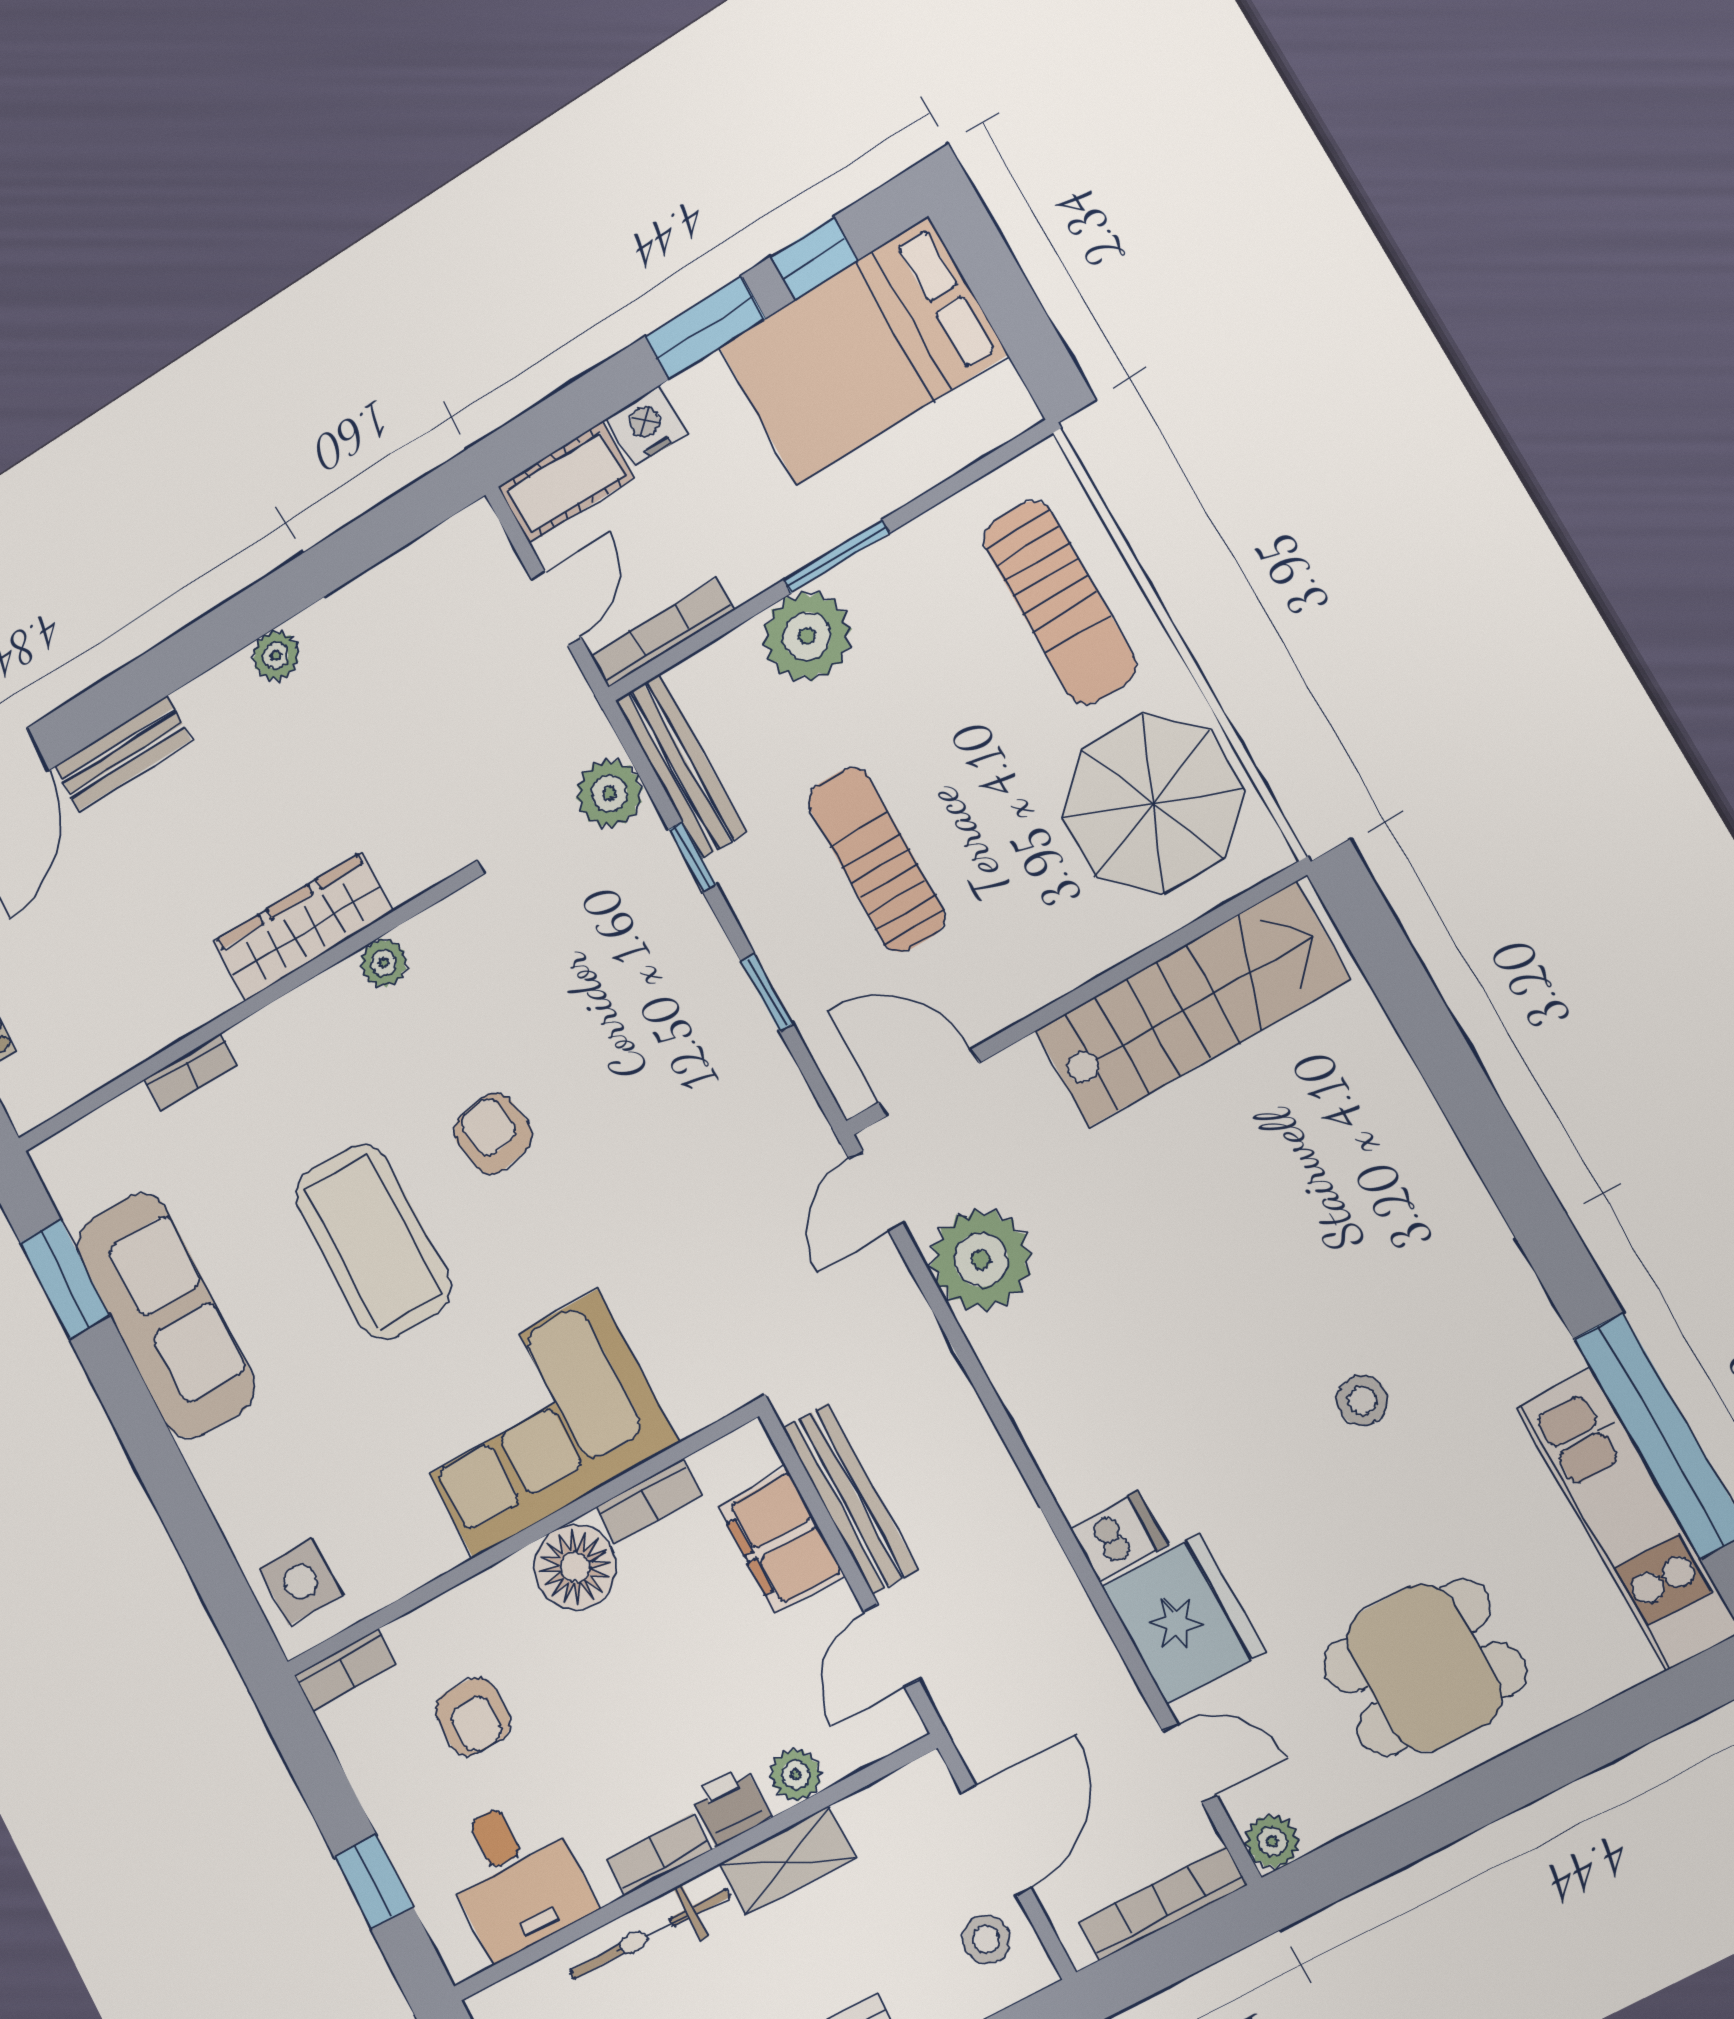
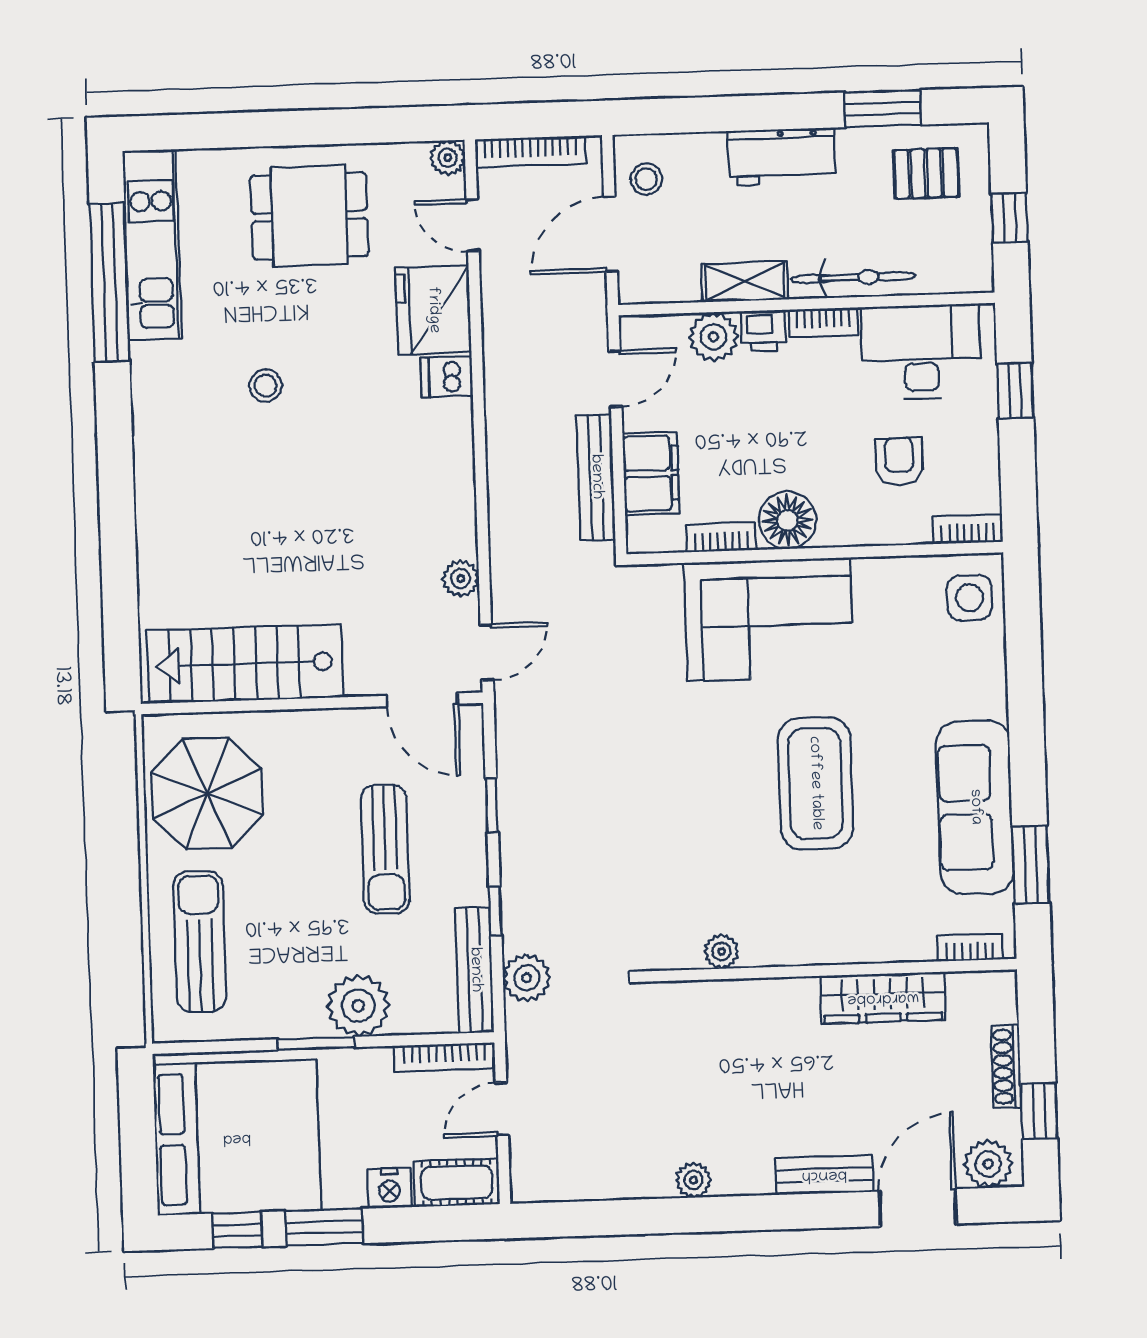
bed: (862, 351) -> (237, 1138), width x1.36
wardrobe: (303, 927) -> (883, 998), moved
bookcase: (191, 1072) -> (970, 948), moved
armchair: (493, 1134) -> (705, 810), removed
plant: (981, 1260) -> (461, 579), width x0.53, depth x0.53
plant: (795, 1775) -> (713, 337), width x1.38, depth x1.38
desk: (515, 1876) -> (921, 352), width x1.37

